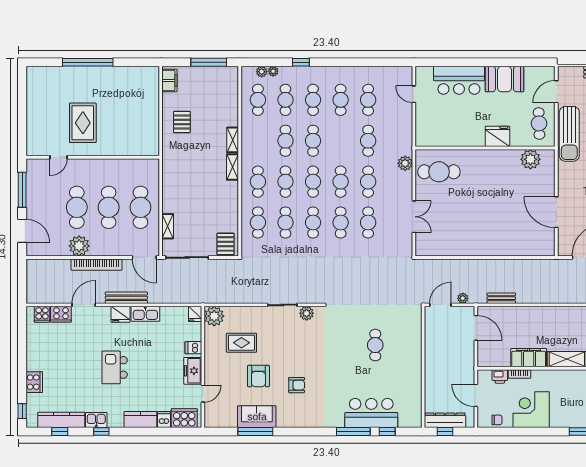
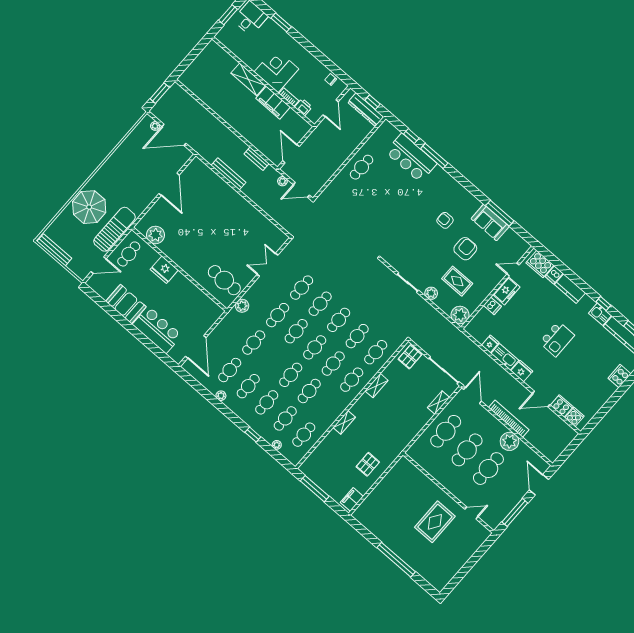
plant: (262, 72) -> (221, 396), moved
door: (414, 94) -> (196, 347), width x1.87
shelving: (233, 167) -> (377, 386), moved
bench: (126, 298) -> (228, 174), moved
plant: (307, 313) -> (431, 293), moved
fridge: (195, 314) -> (490, 344), moved
cafe table: (375, 345) -> (362, 167), moved
corner desk: (531, 410) -> (276, 70), moved, turned 180

